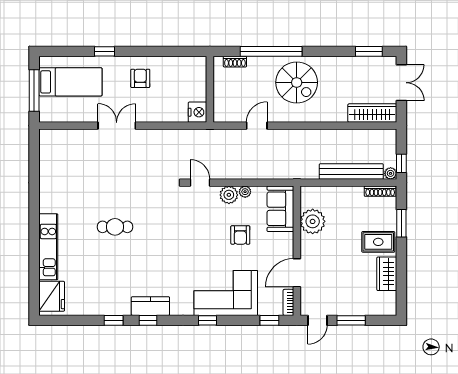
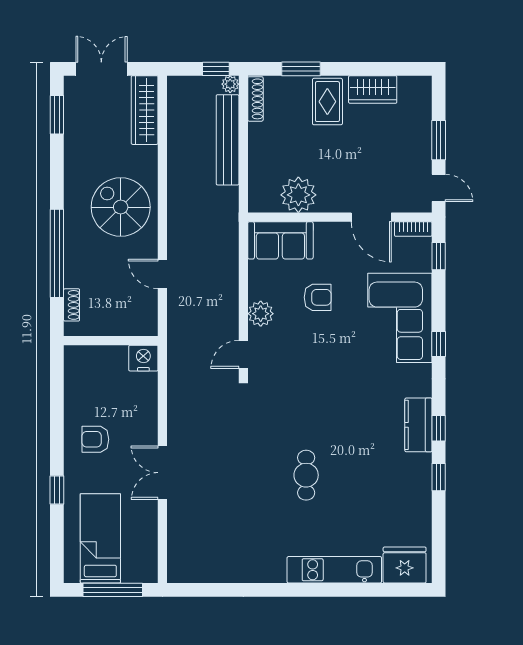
spiral stairs: (297, 82) -> (121, 207), moved, turned -90
plant: (245, 192) -> (256, 291), removed

